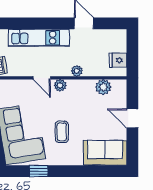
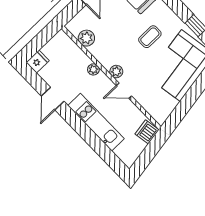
fridge: (118, 60) -> (38, 62), moved, turned -90
door: (42, 78) -> (124, 91), swing flipped

